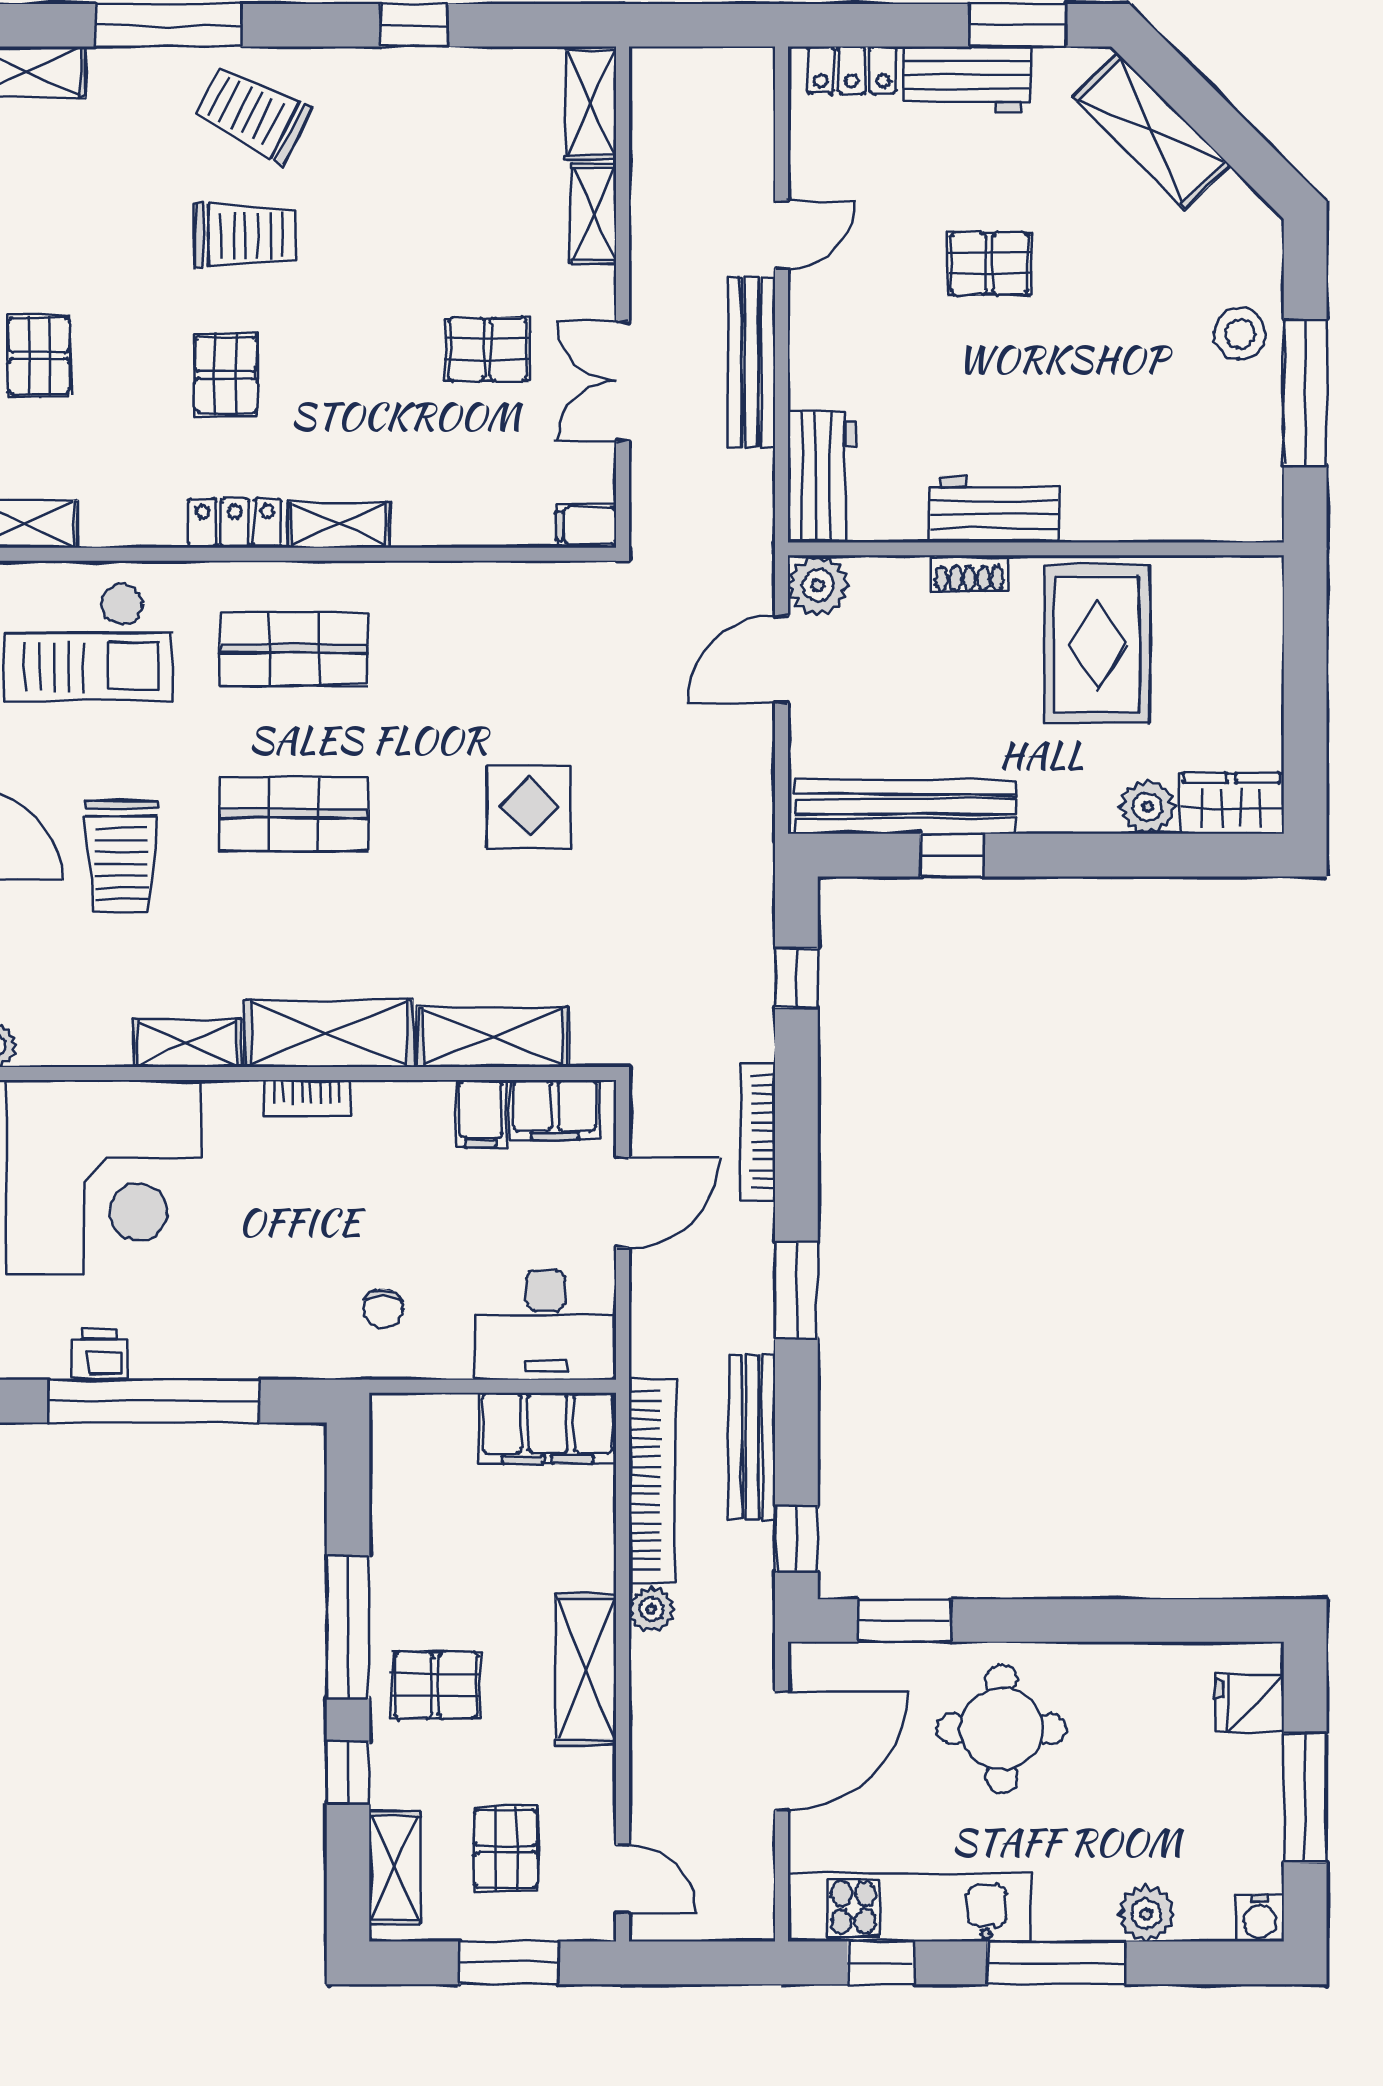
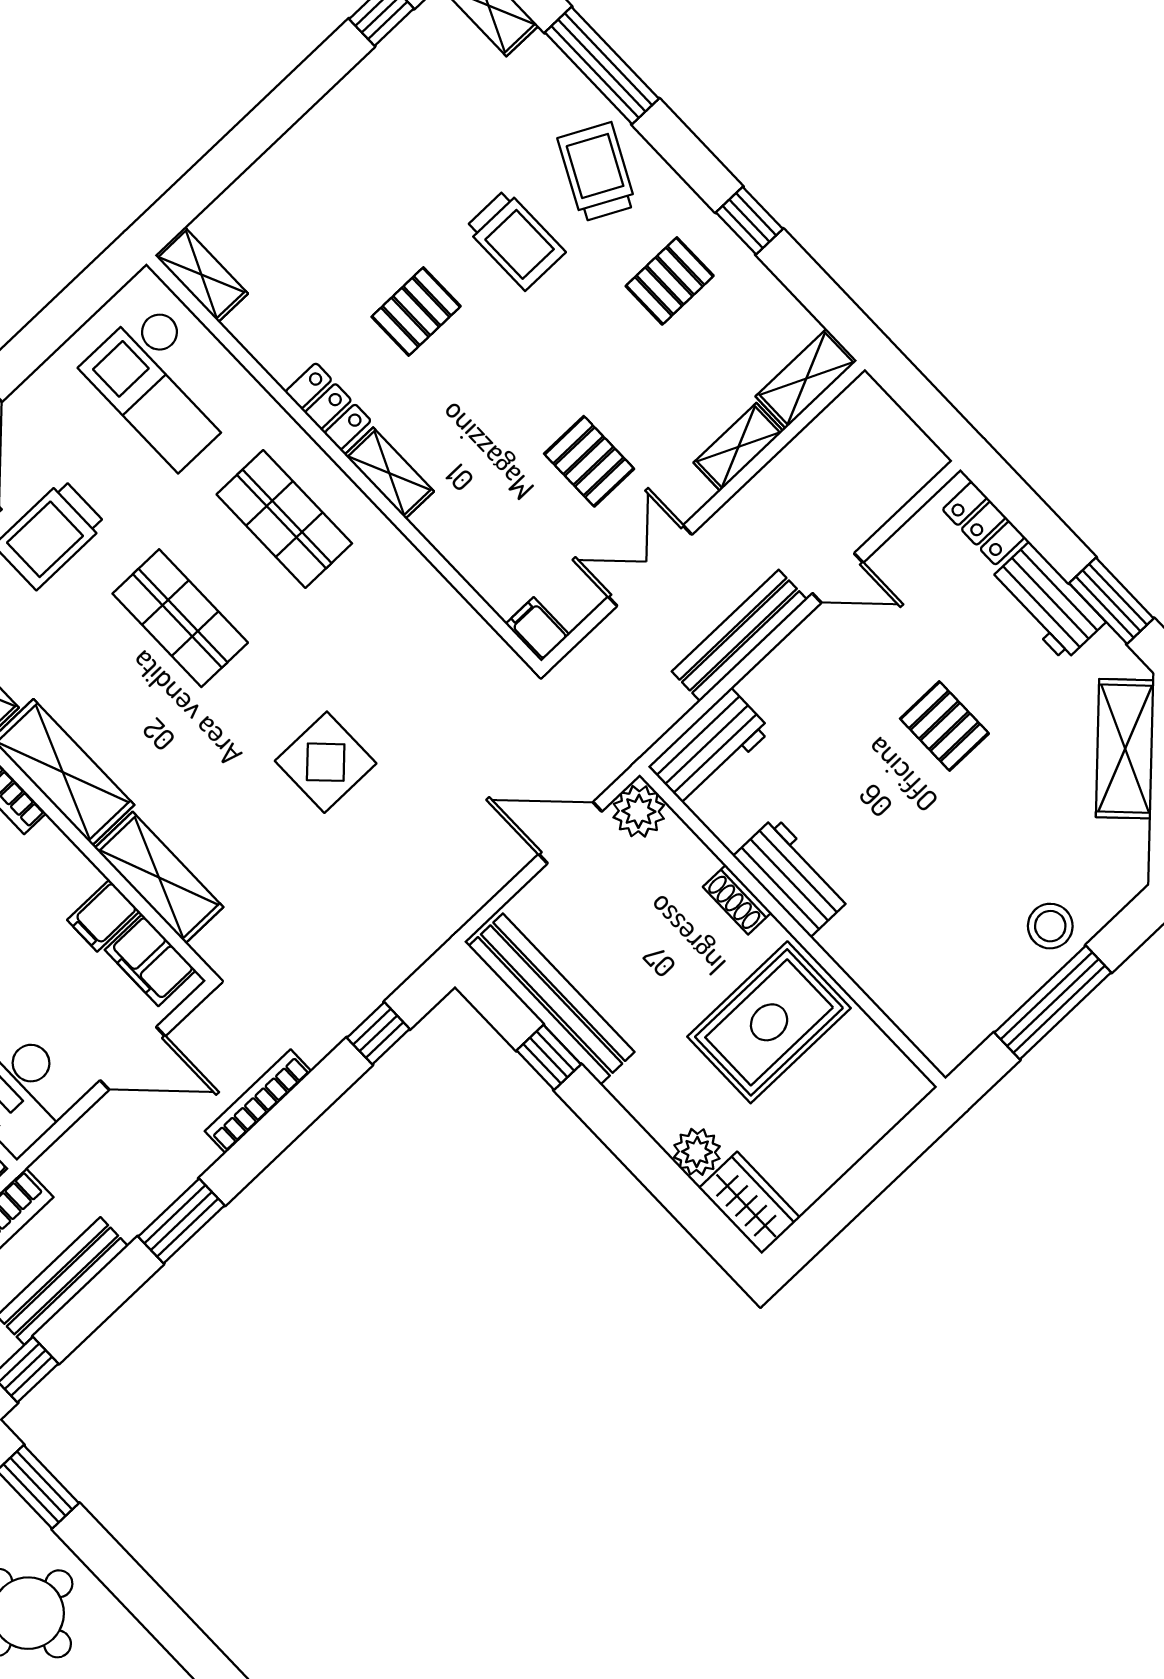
pallet: (39, 356) -> (670, 281), moved

